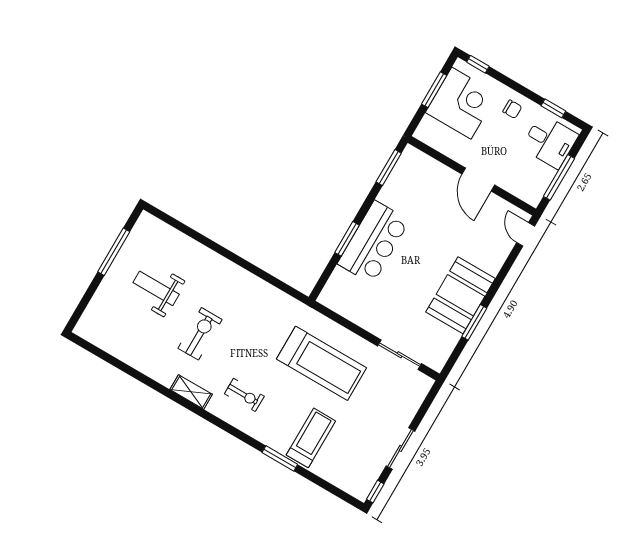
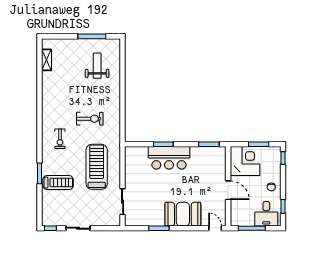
corner desk: (461, 103) -> (245, 161), moved, turned -90
door: (478, 180) -> (228, 190), swing flipped
door: (526, 234) -> (215, 228), hinge flipped
weight bench: (156, 288) -> (97, 66), moved
booth: (461, 295) -> (183, 214), moved
exercise bike: (200, 334) -> (90, 119), moved
treadmill: (322, 363) -> (97, 167), turned 180
shelving: (191, 392) -> (47, 60), moved

